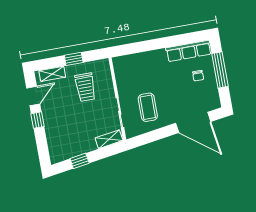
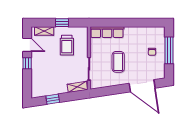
row of seats: (189, 51) -> (107, 32), moved
door: (33, 96) -> (27, 45), hinge flipped
coffee table: (148, 107) -> (118, 62), moved

